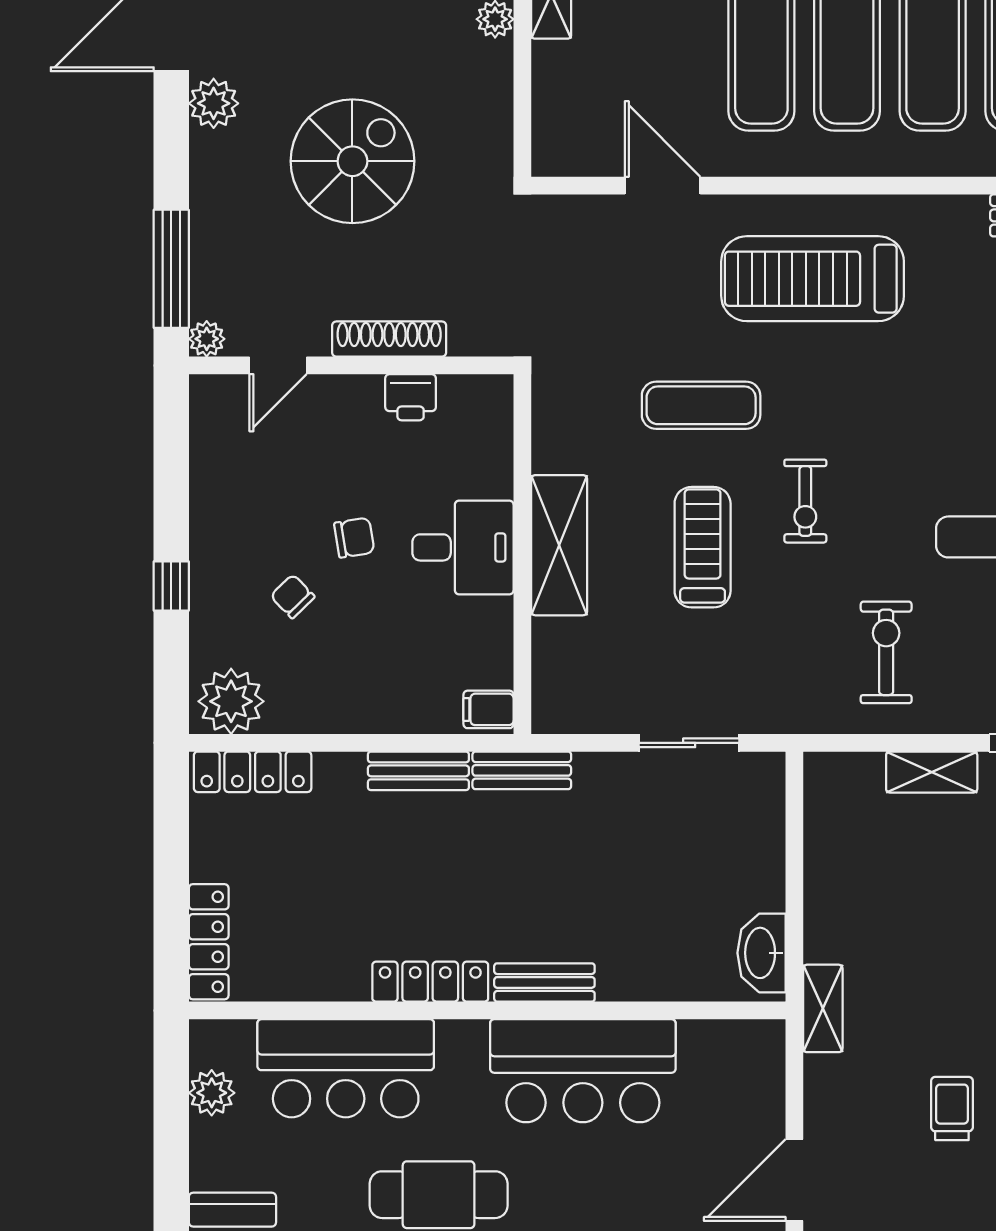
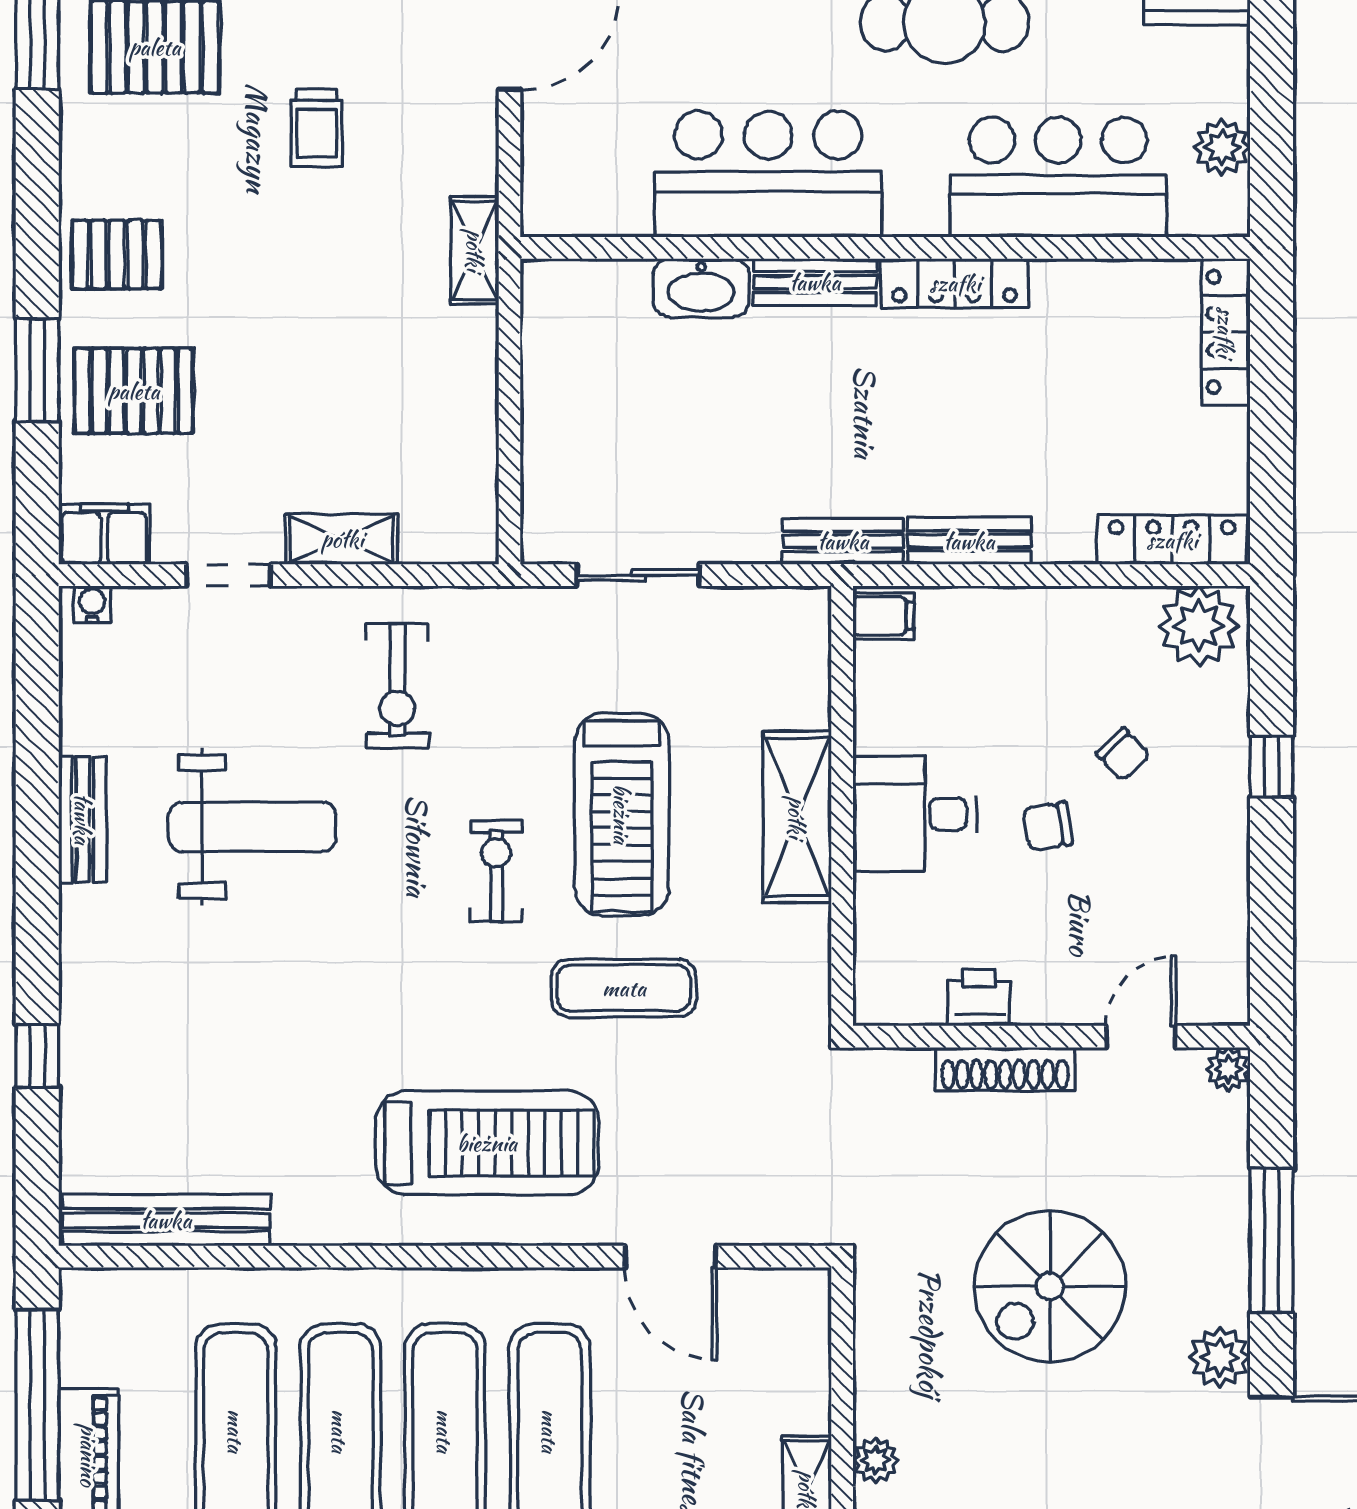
window: (171, 269) -> (1272, 1241), moved
treadmill: (703, 547) -> (622, 814), width x1.37, depth x1.38
washbasin: (762, 953) -> (701, 288), moved, turned 90

